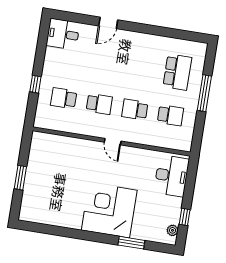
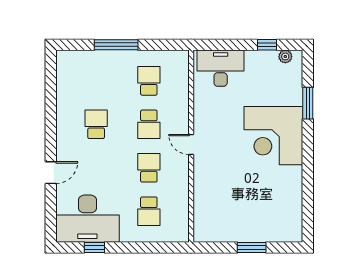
door: (108, 23) -> (51, 173), hinge flipped
desk: (63, 34) -> (87, 219), width x1.87, depth x1.30
school desk: (177, 72) -> (96, 124), moved, width x0.54
window: (35, 84) -> (94, 247), moved
door: (113, 142) -> (191, 145), swing flipped

